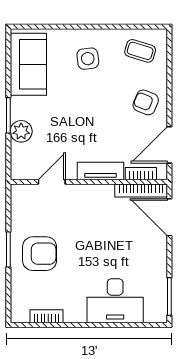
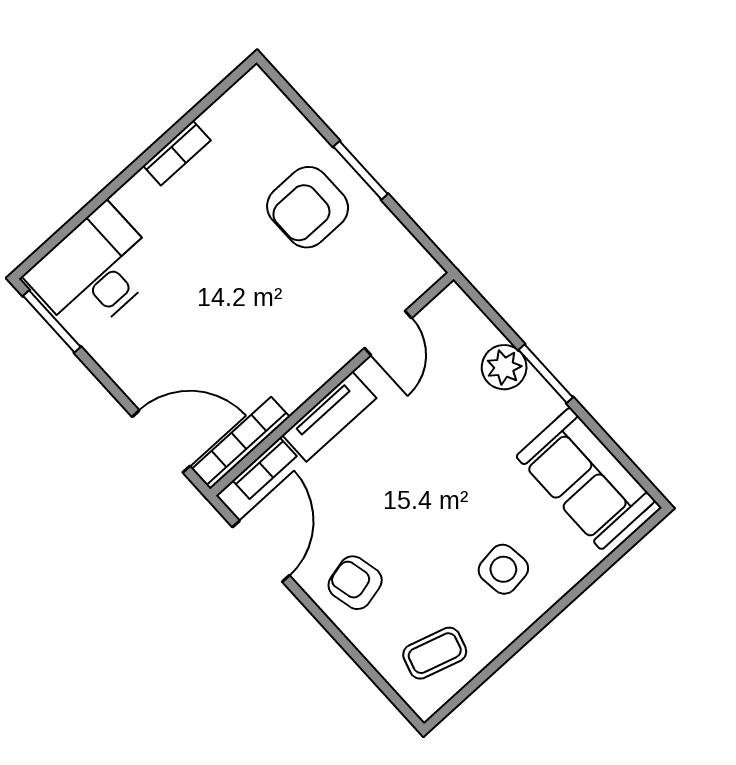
armchair: (146, 102) -> (355, 583), turned -125
desk: (115, 301) -> (94, 271), moved
bookcase: (47, 316) -> (177, 153), moved

